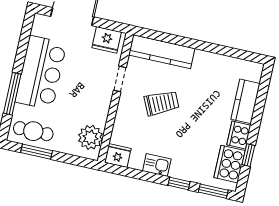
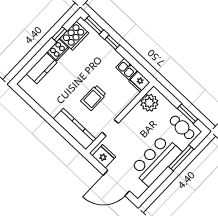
trolley: (162, 103) -> (93, 98), turned -65
kitchen sink: (157, 165) -> (127, 69), moved

